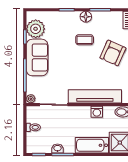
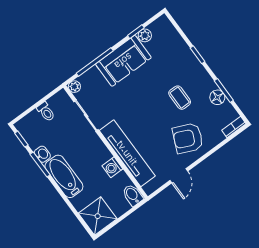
floor lamp: (86, 17) -> (217, 97), moved
plant: (36, 29) -> (145, 35), width x0.53, depth x0.53
bathtub: (92, 145) -> (64, 176), moved

